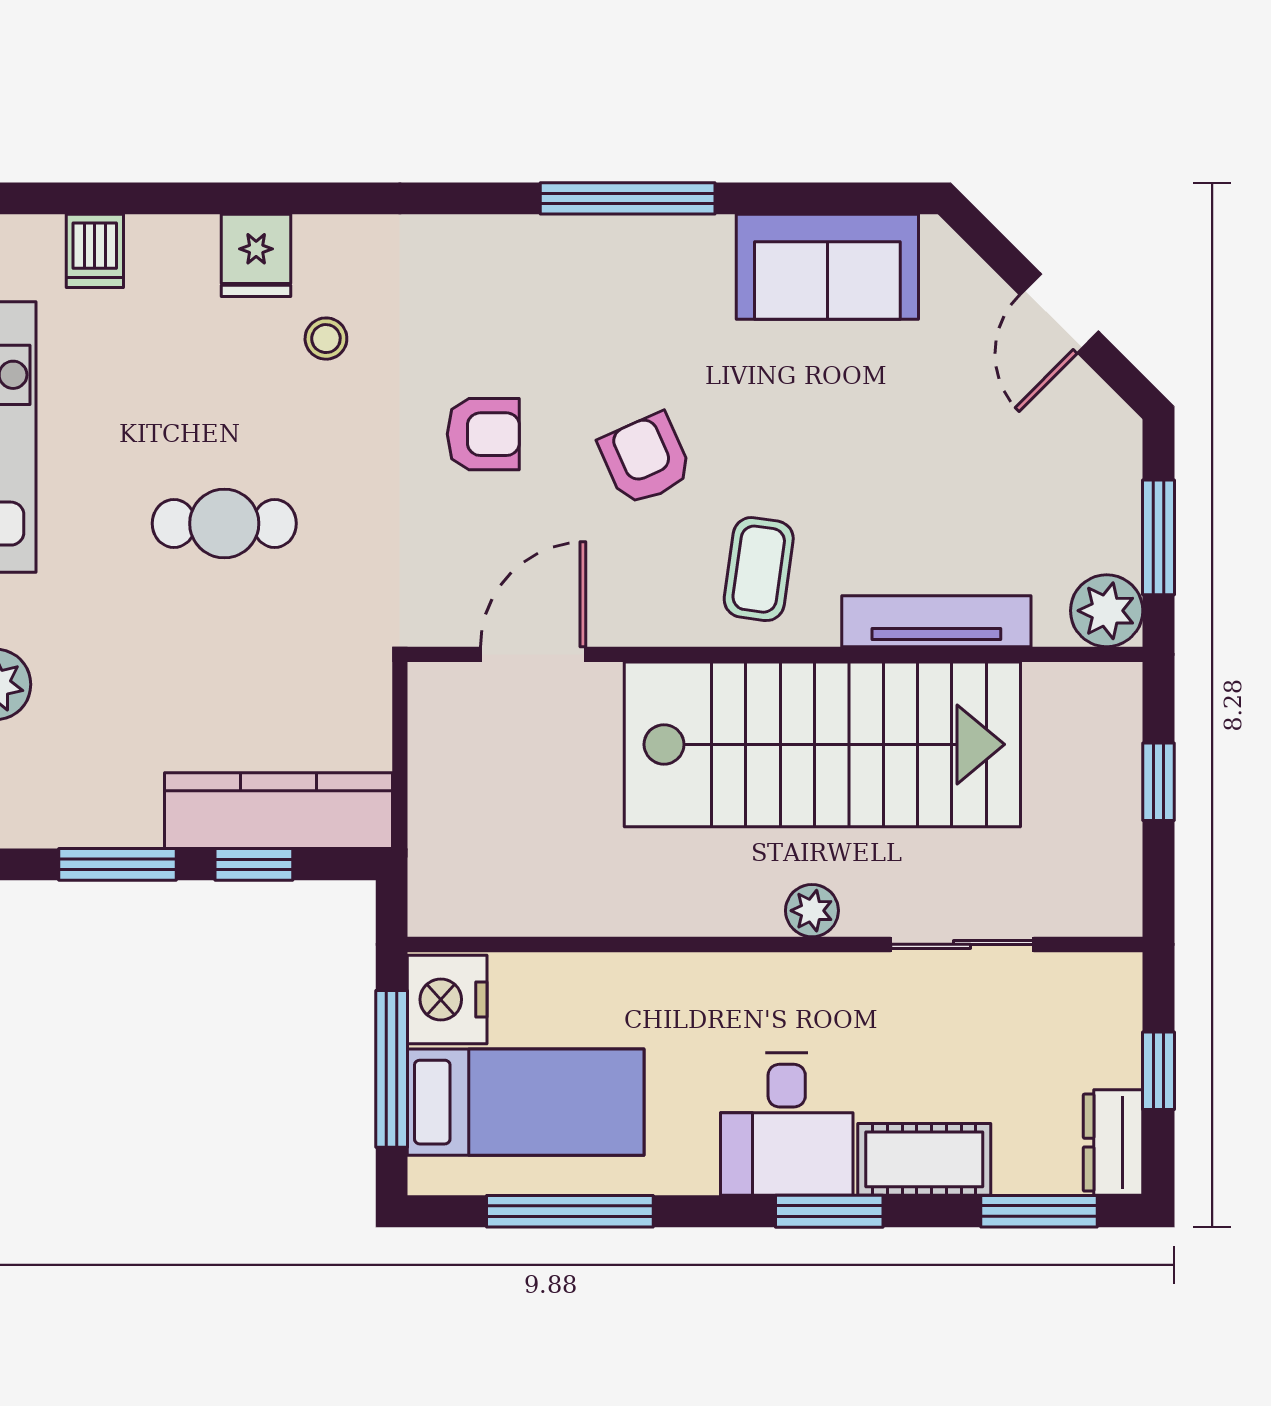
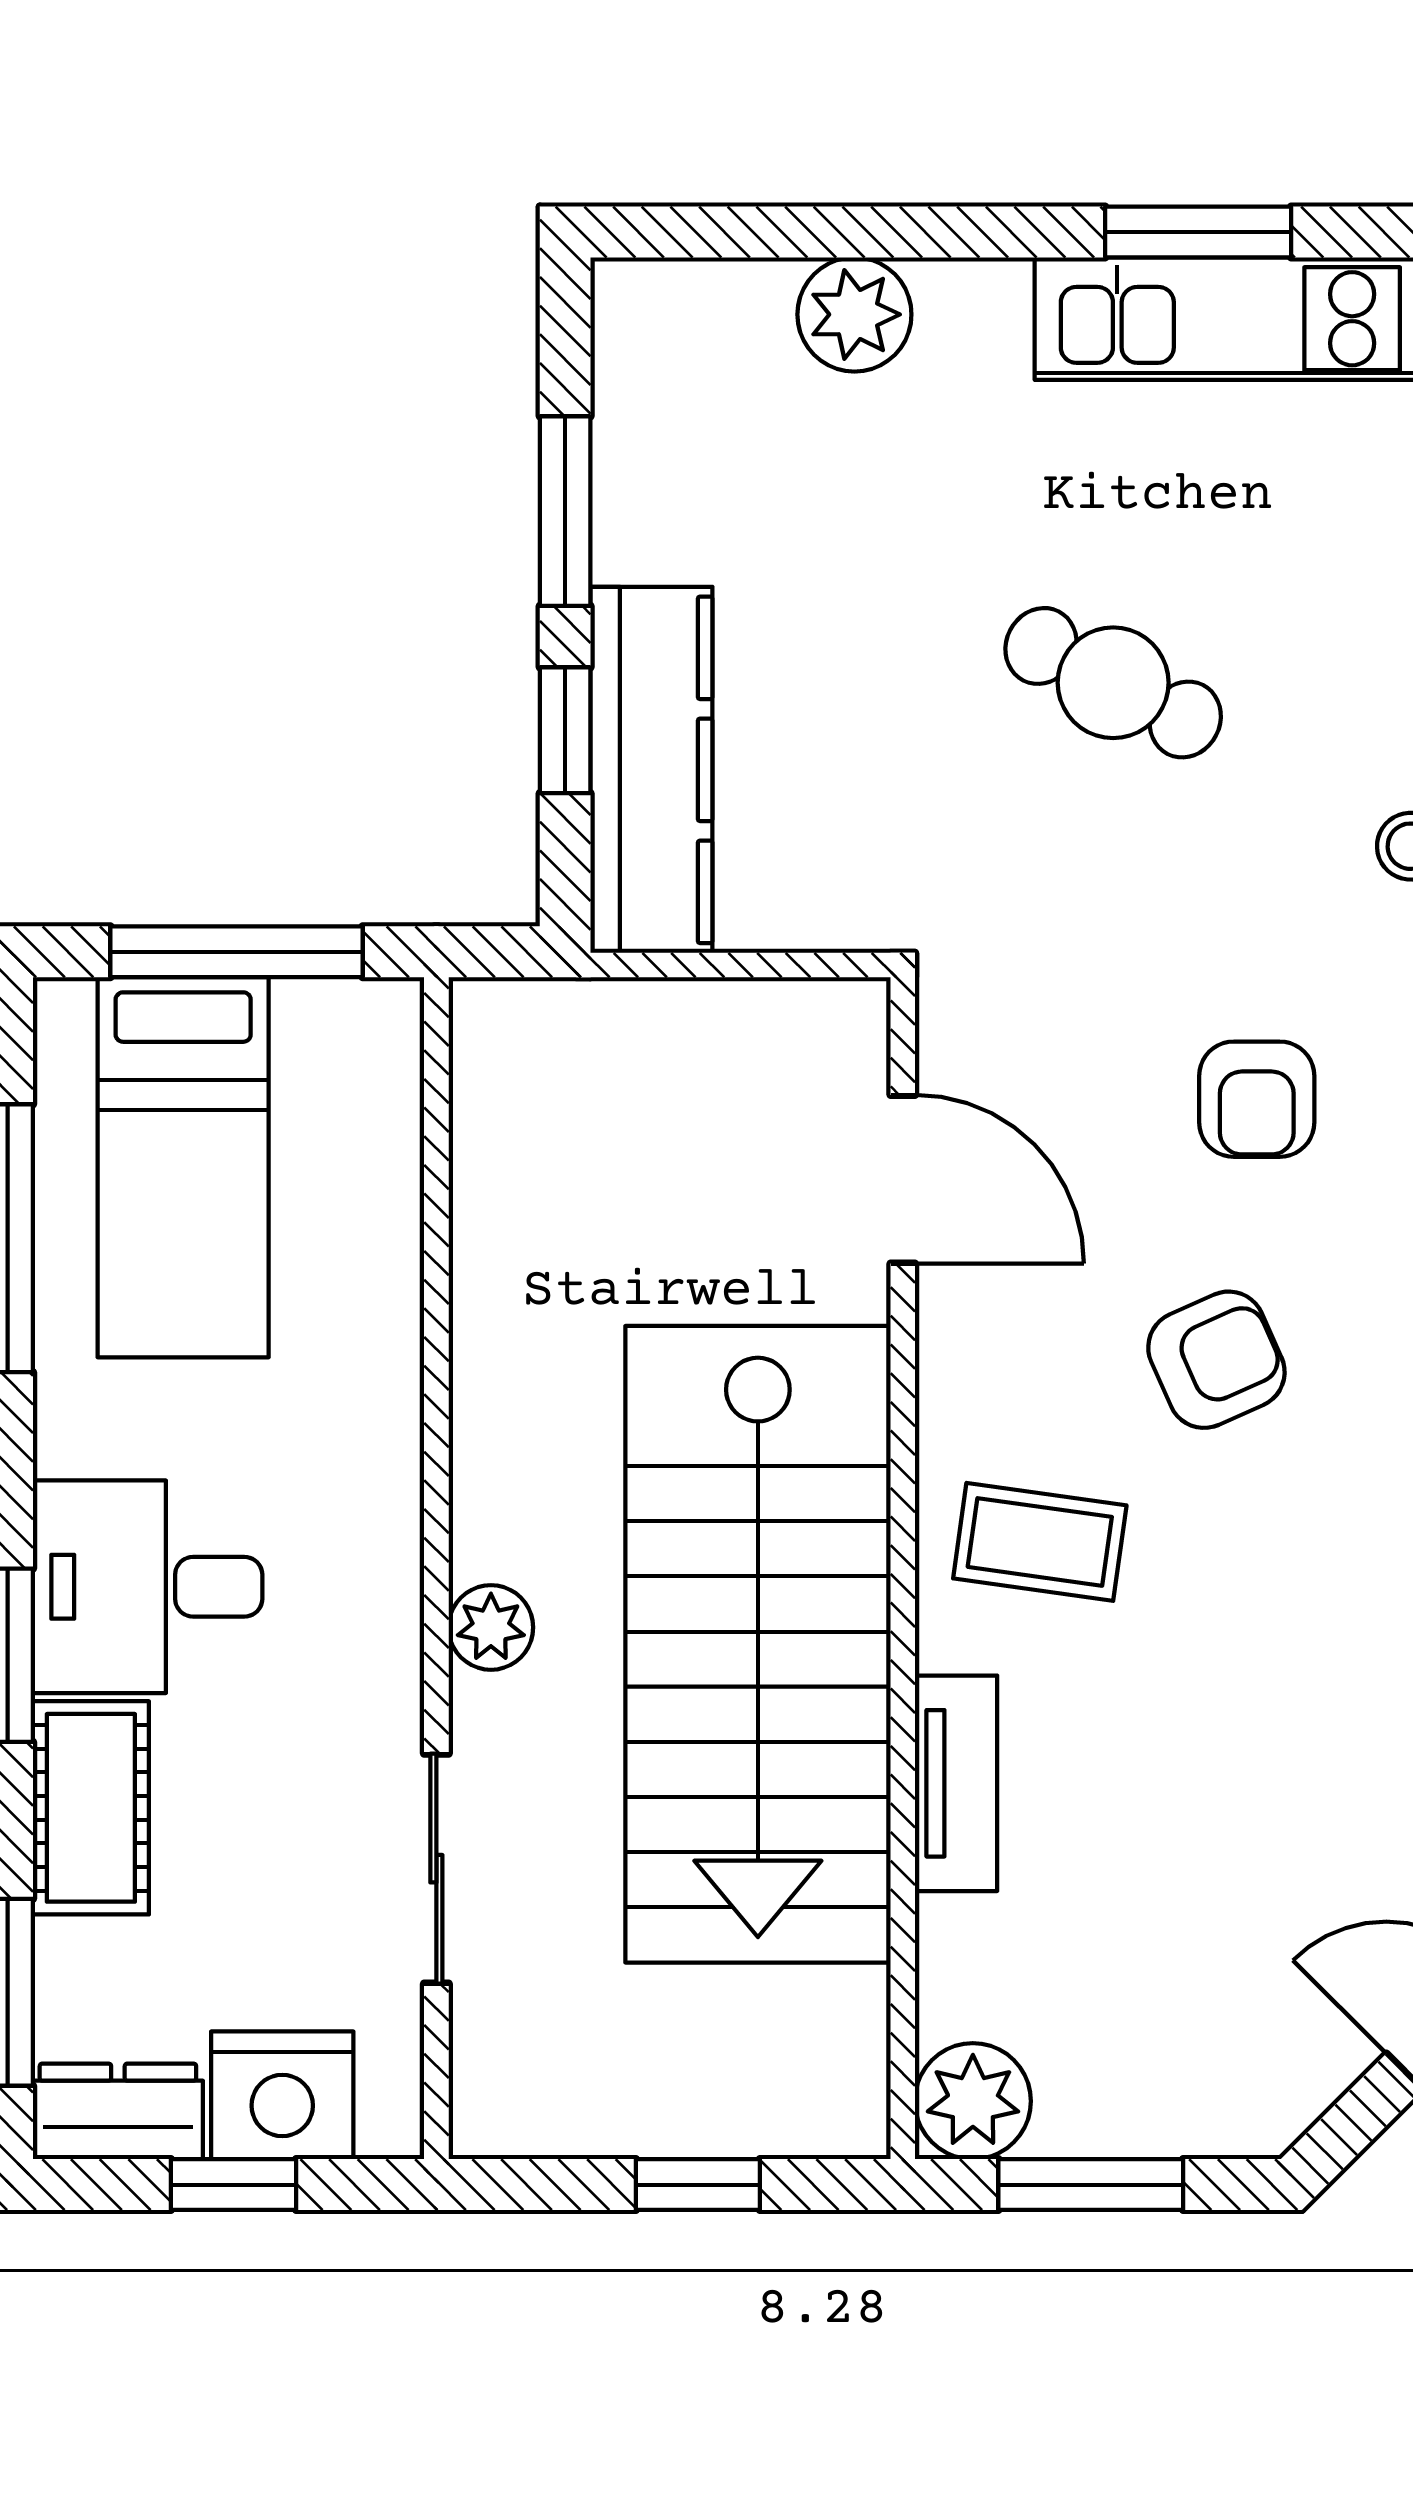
cafe table: (224, 523) -> (1113, 683), turned -63
tv unit: (936, 621) -> (956, 1783), width x0.71
nightstand: (447, 999) -> (282, 2095), moved, turned 180

